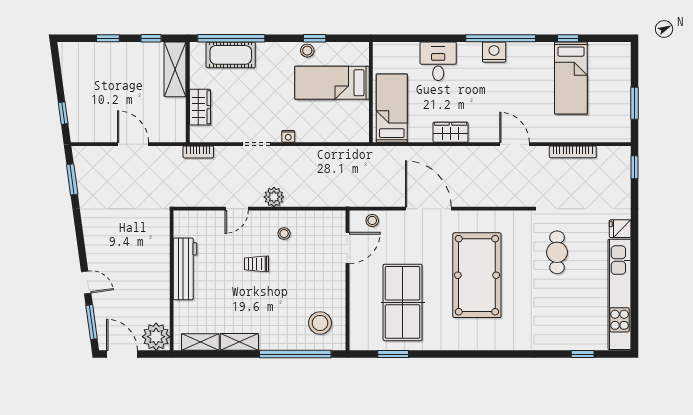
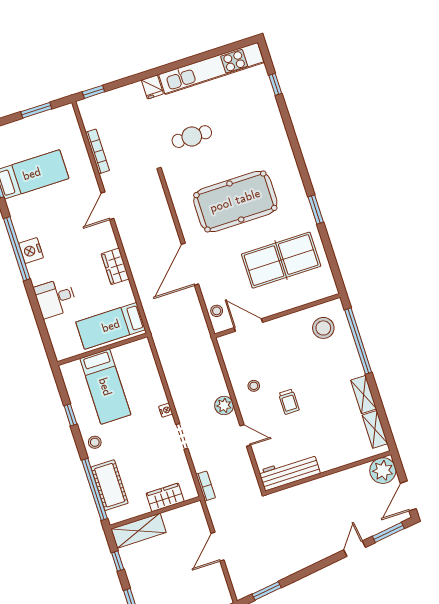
stool: (307, 51) -> (95, 442), moved
workbench: (185, 269) -> (289, 472), moved
window: (393, 354) -> (316, 209), moved

